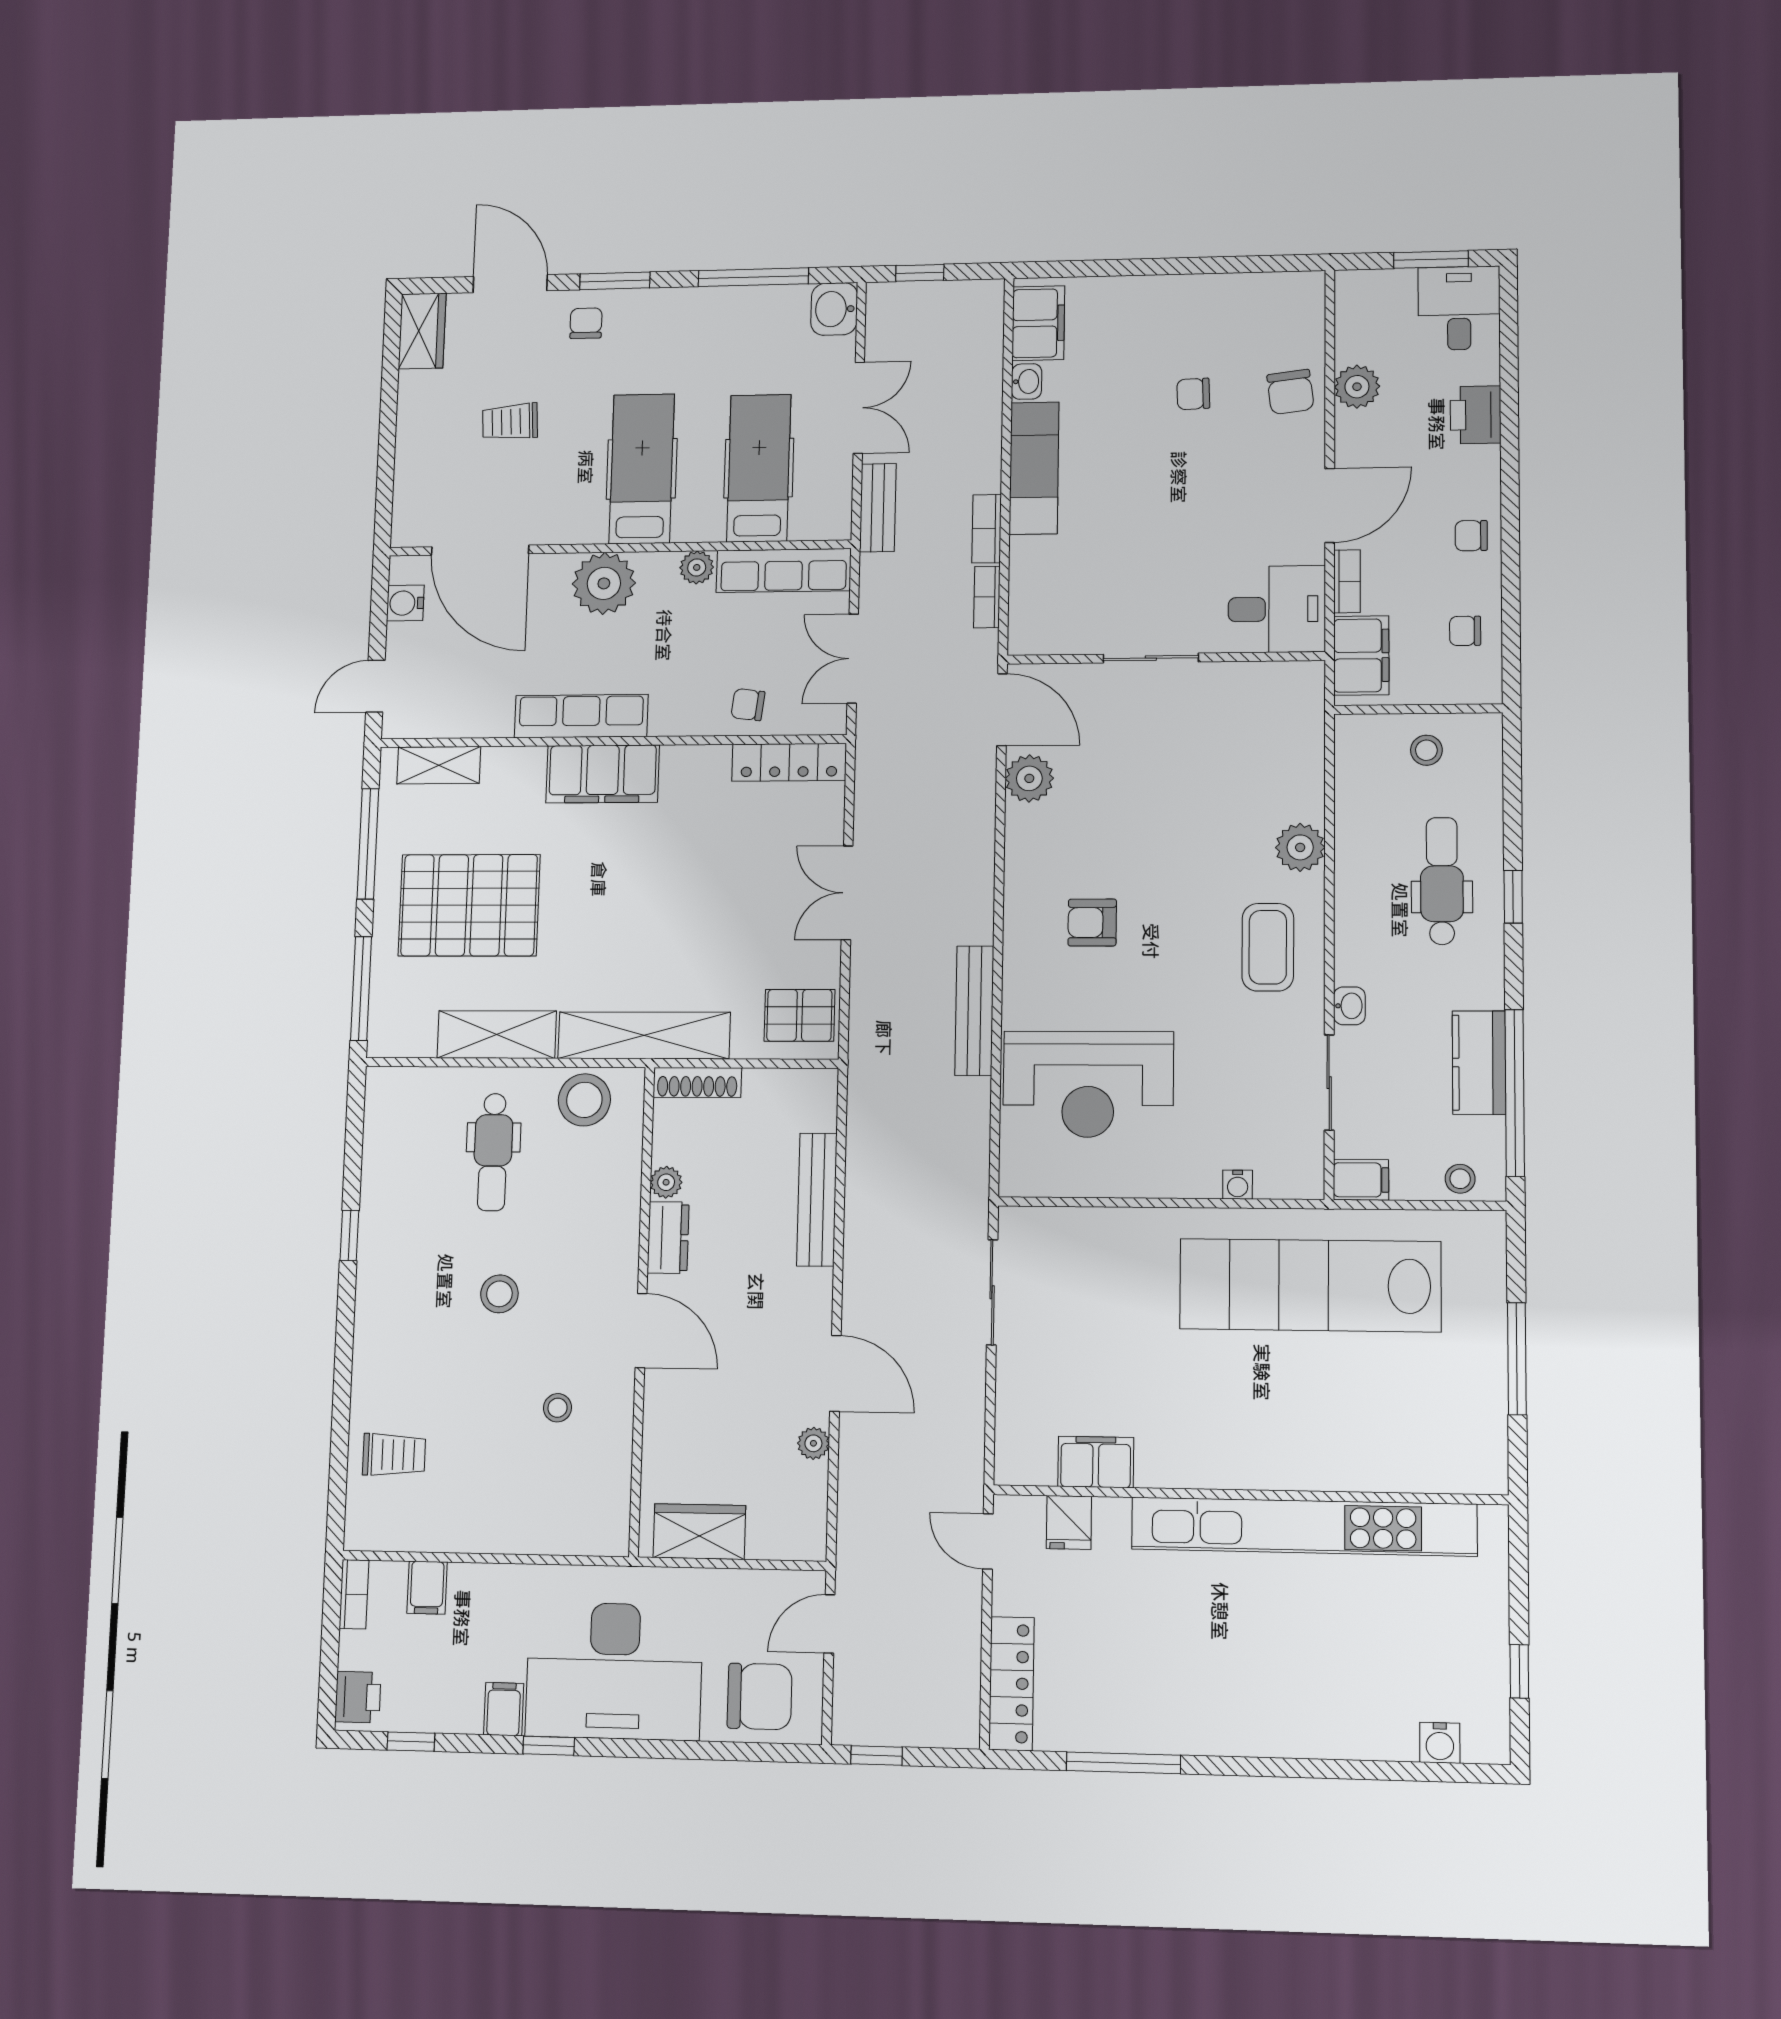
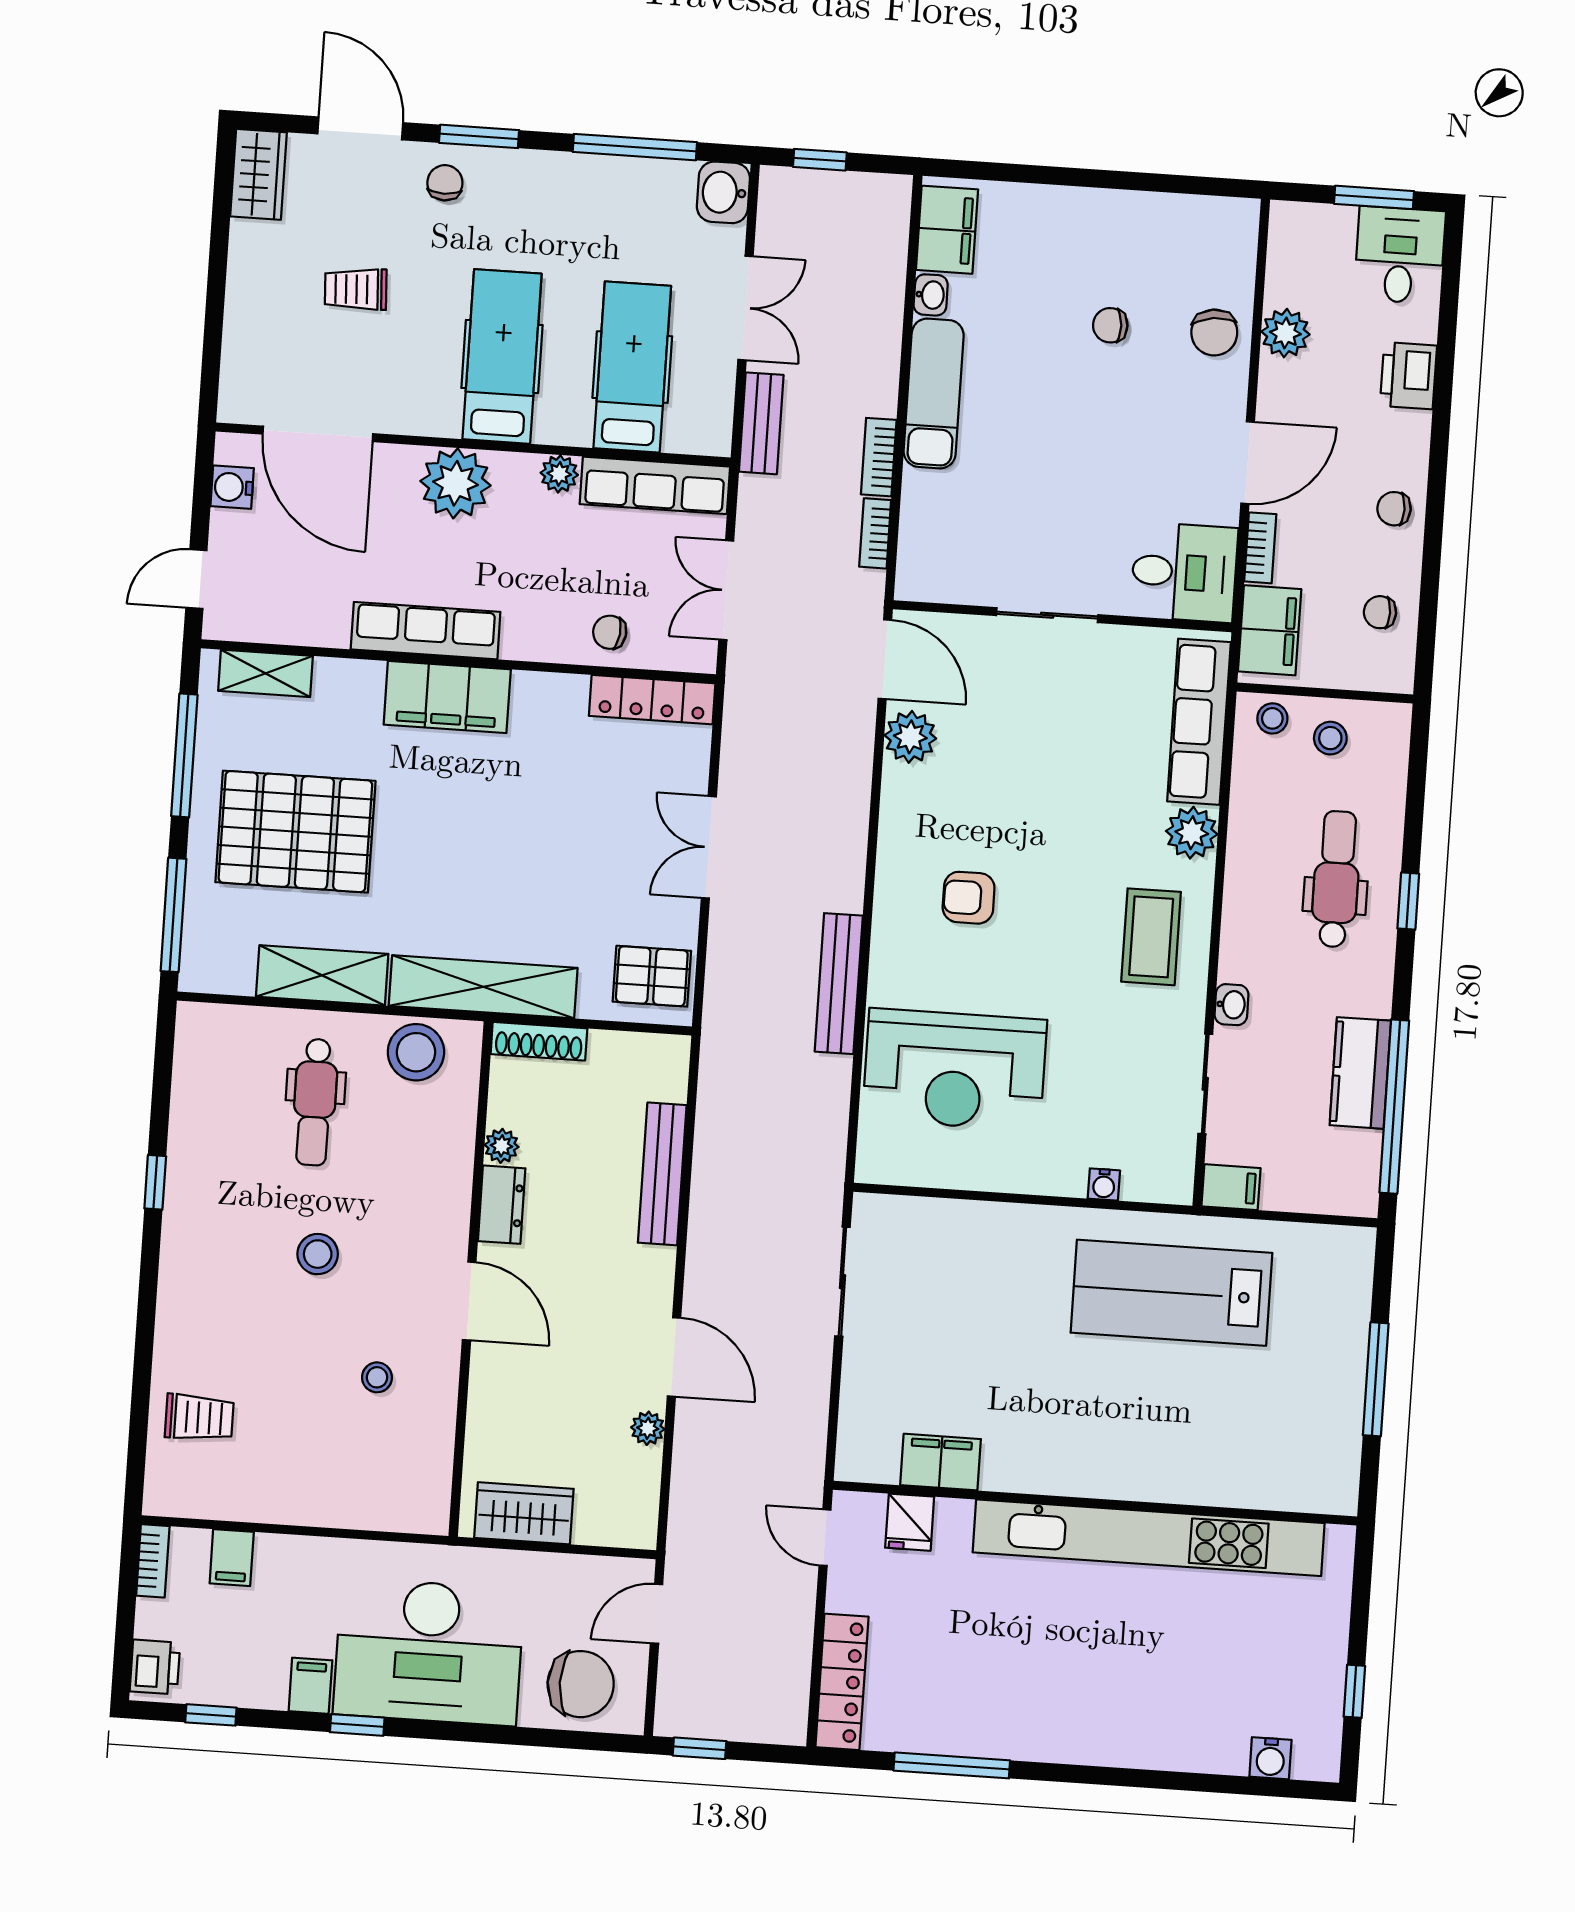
row of seats: (1300, 744) -> (1199, 722), added
stool: (1460, 1179) -> (1272, 718), moved
lab bench: (1310, 1285) -> (1172, 1293), width x0.73

